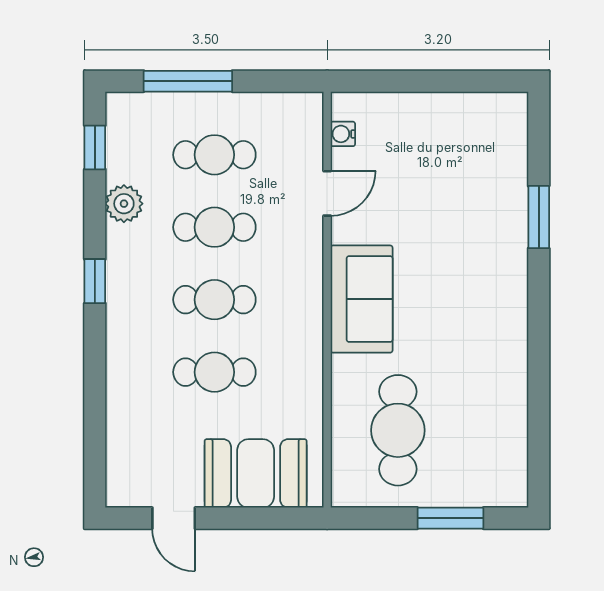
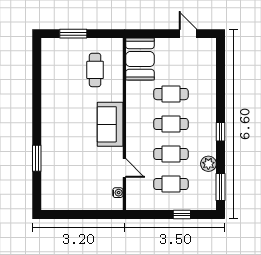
window: (188, 81) -> (182, 214), width x0.46
window: (95, 147) -> (221, 187), width x1.50
door: (327, 193) -> (124, 168), swing flipped
cafe table: (398, 430) -> (95, 70), width x0.73, depth x0.74
booth: (256, 473) -> (140, 59), moved, turned 90

